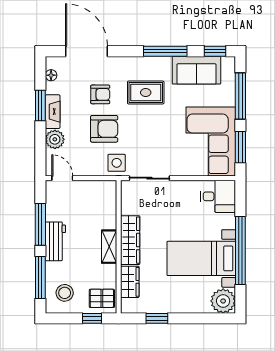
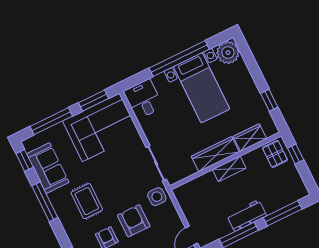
stool: (65, 293) -> (286, 187), removed

